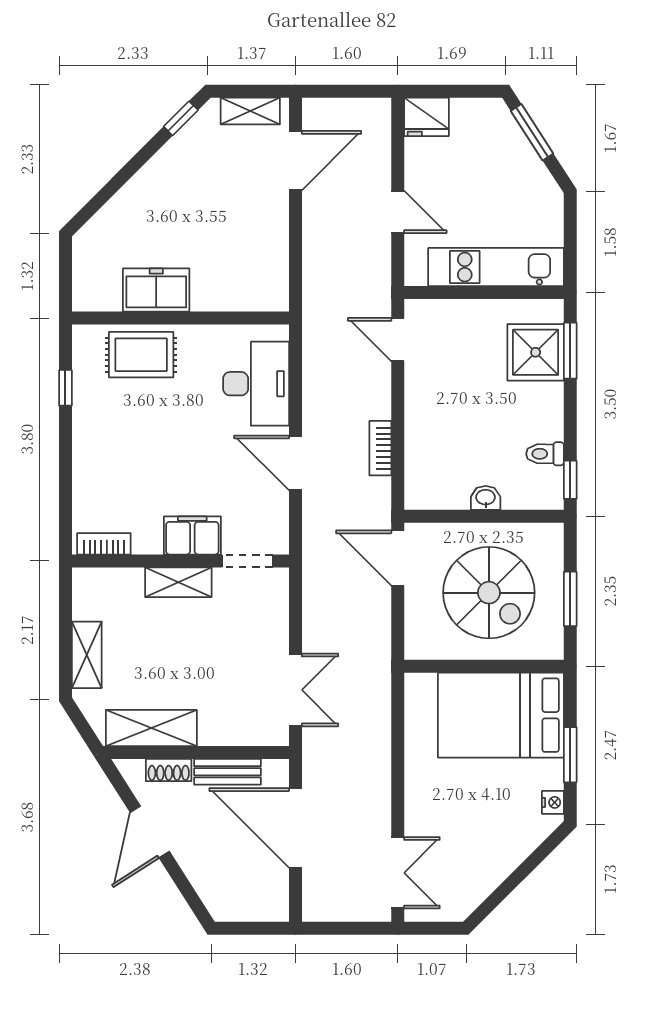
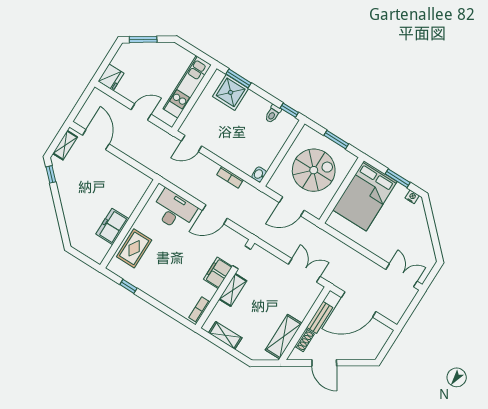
washbasin: (486, 498) -> (259, 174), moved
door: (398, 558) -> (292, 206), moved
shelving: (87, 655) -> (225, 335), moved

